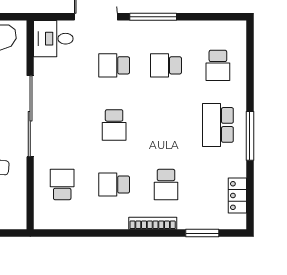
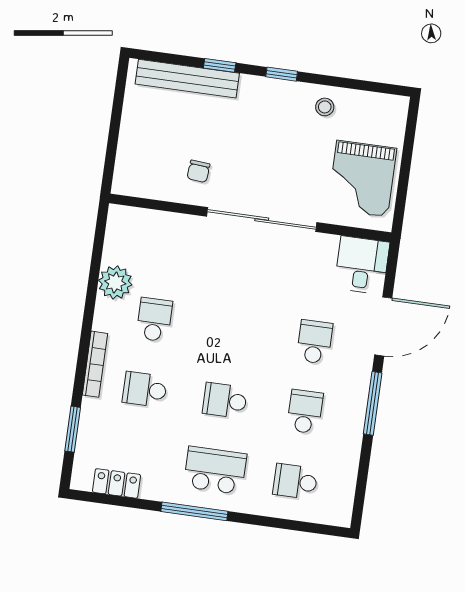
school desk: (114, 125) -> (225, 401), moved
school desk: (62, 185) -> (164, 250), removed
plant: (91, 217) -> (115, 282), added

